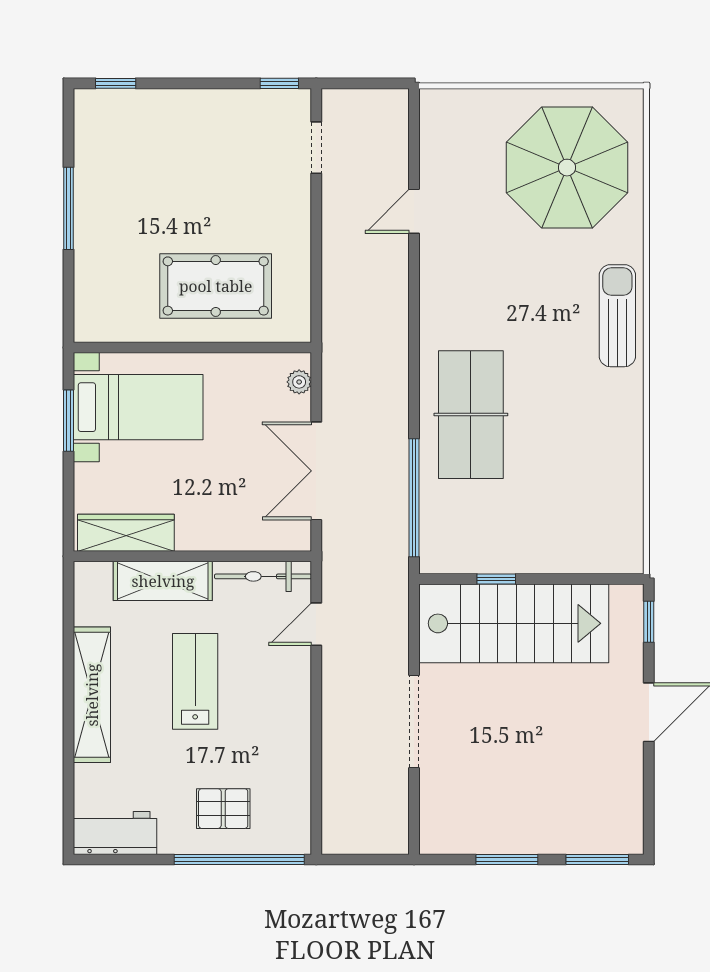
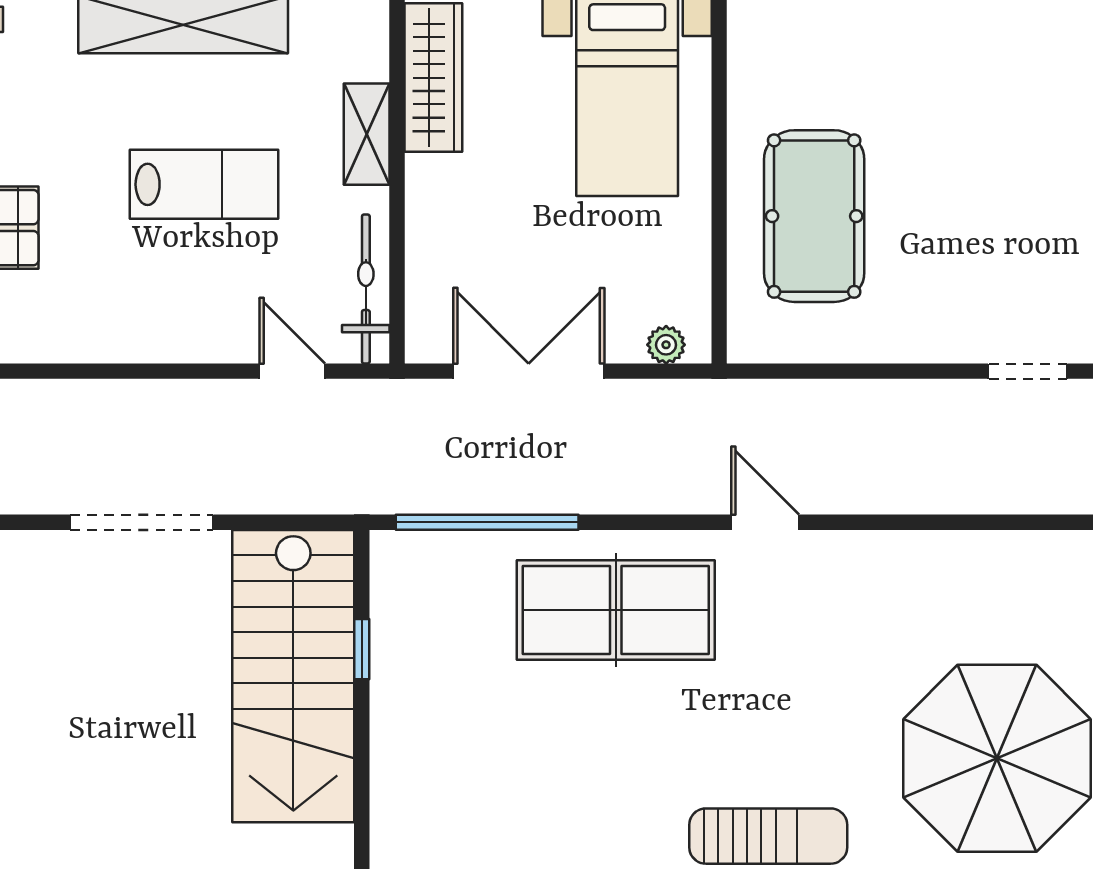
door: (414, 211) -> (765, 522), moved
shelving: (163, 581) -> (367, 134), width x0.67, depth x0.75

